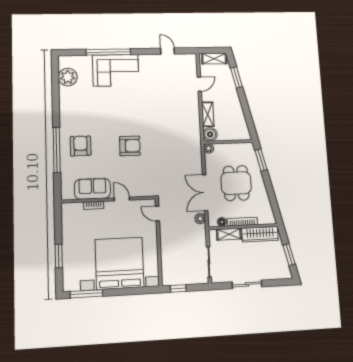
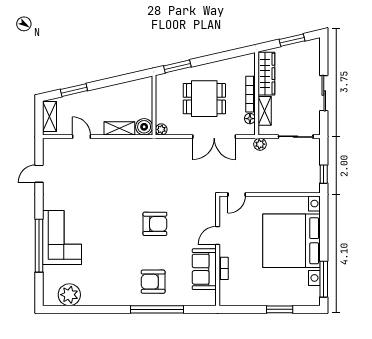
armchair: (130, 146) -> (155, 224), turned 90
plant: (200, 219) -> (260, 144), moved

